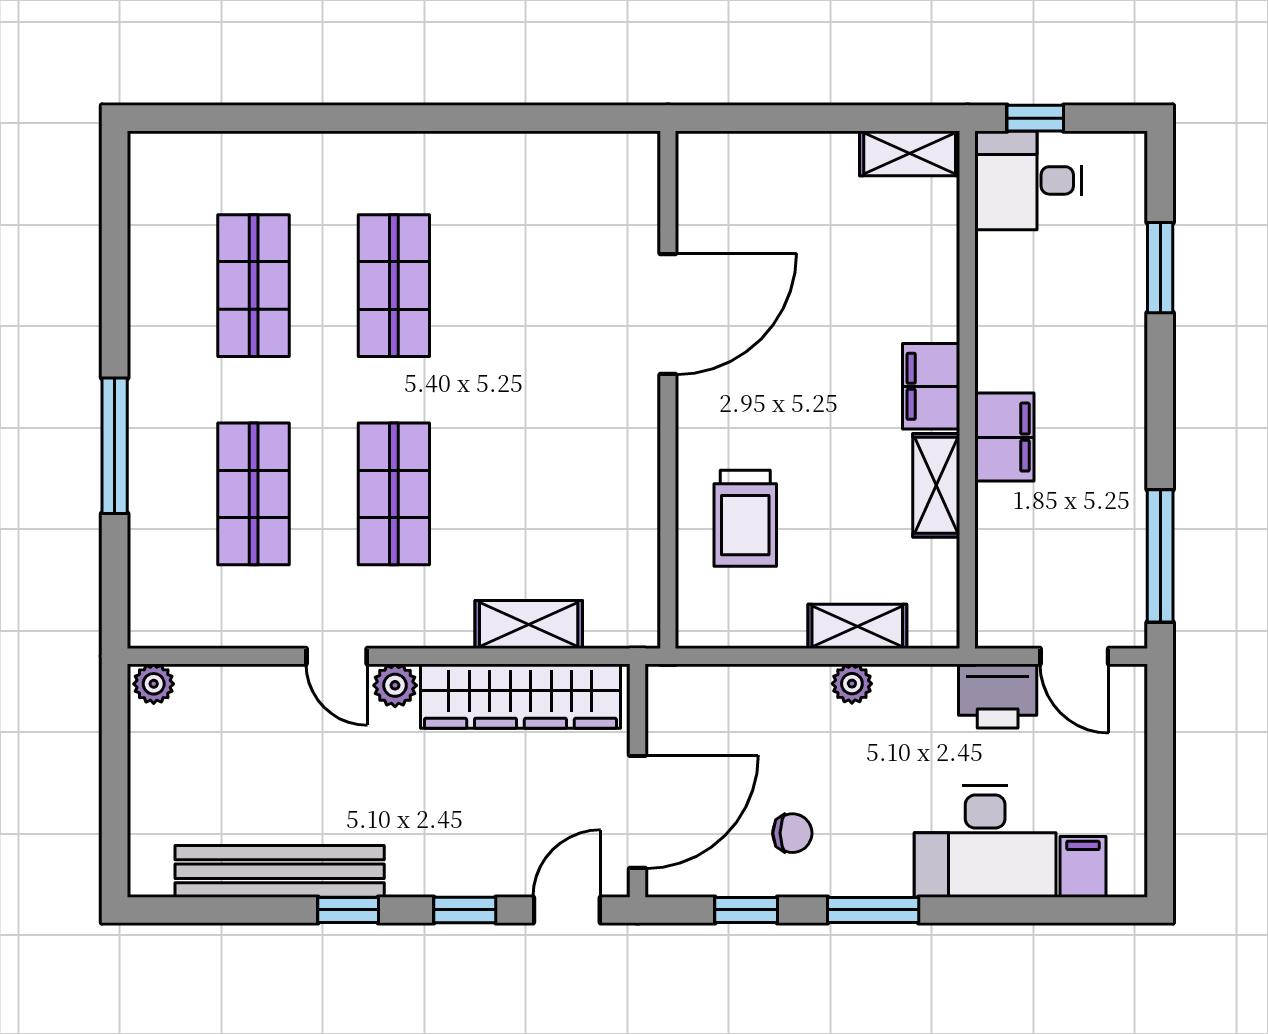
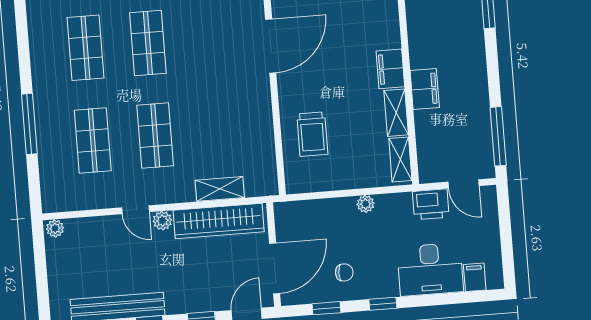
shelving: (857, 626) -> (400, 159), moved, turned 90
window: (873, 910) -> (383, 304), width x0.67

